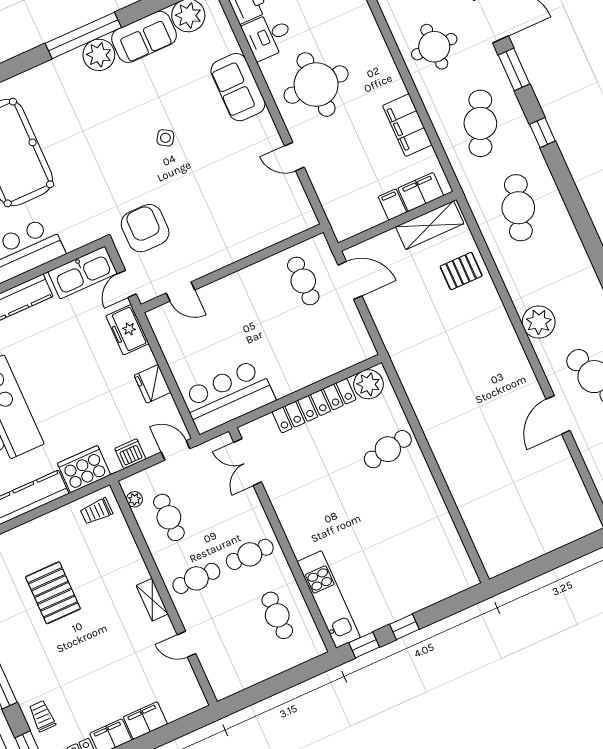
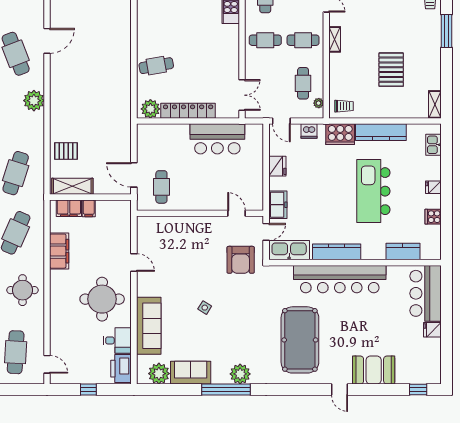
plant: (99, 55) -> (240, 374), moved
sofa: (238, 87) -> (149, 326), width x1.36
bar counter: (228, 396) -> (217, 139), moved

